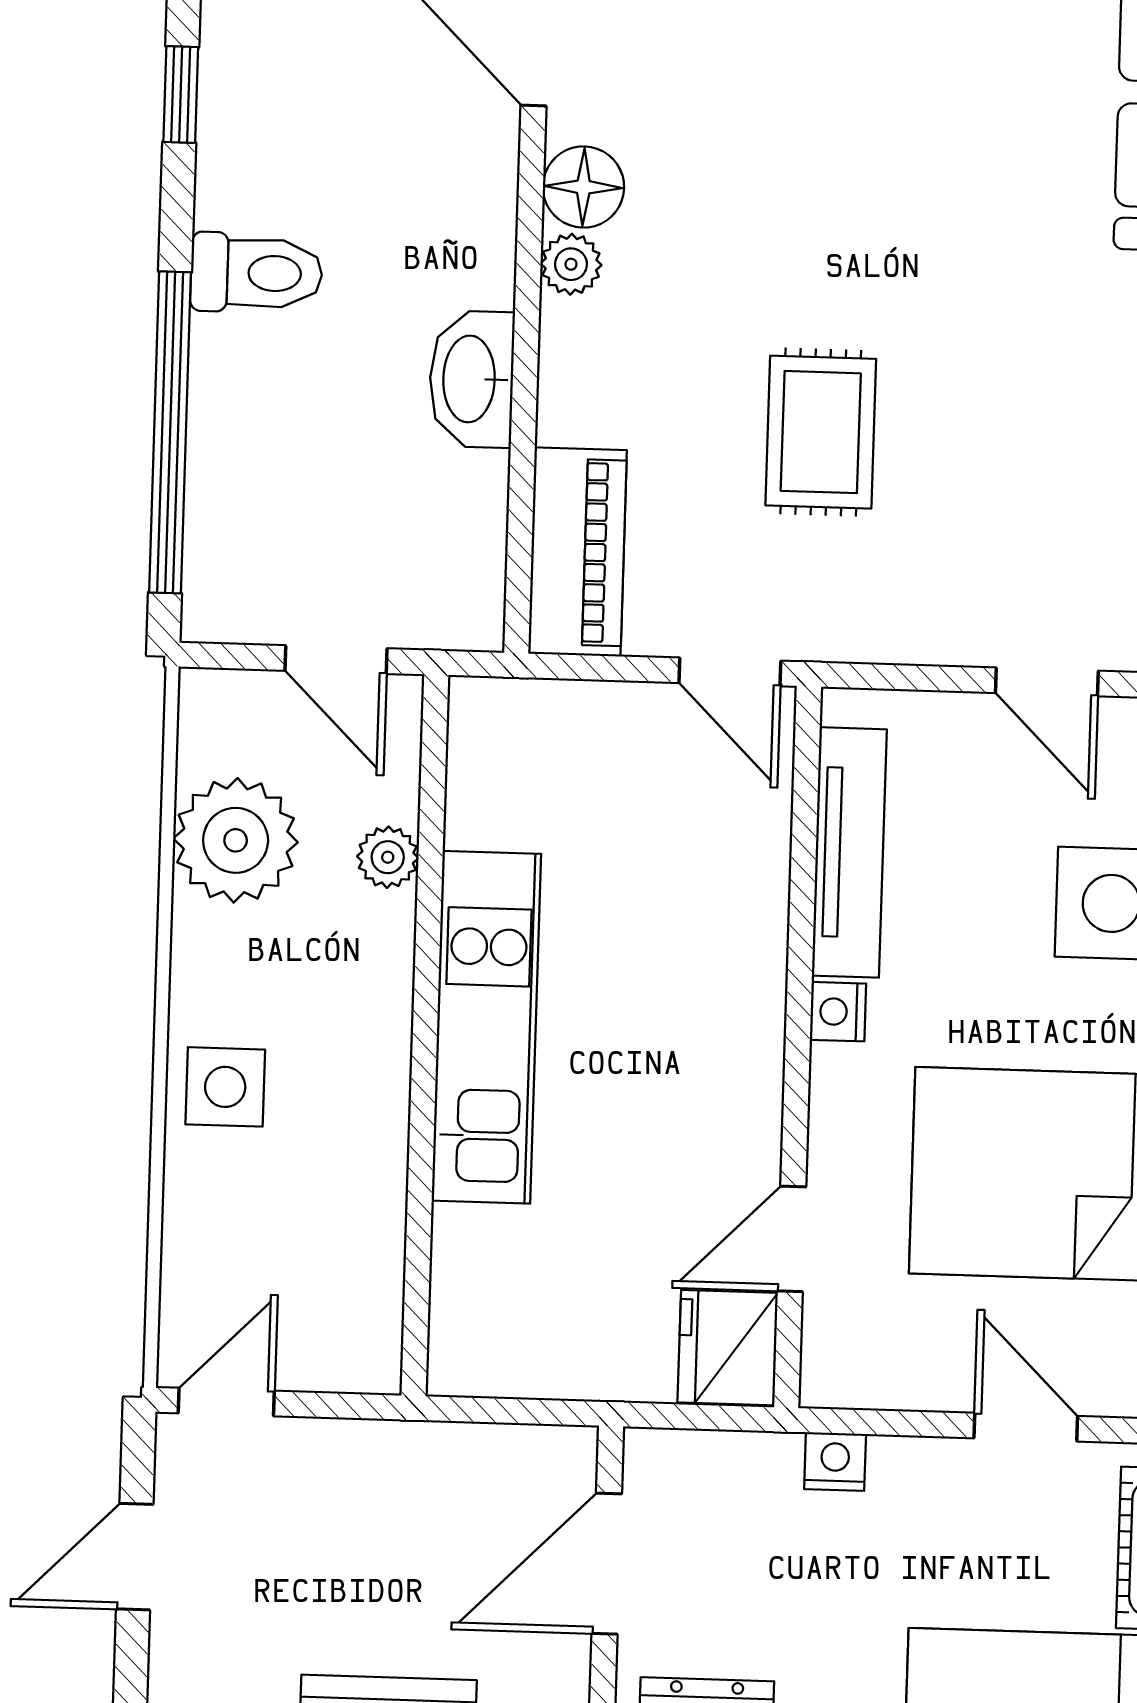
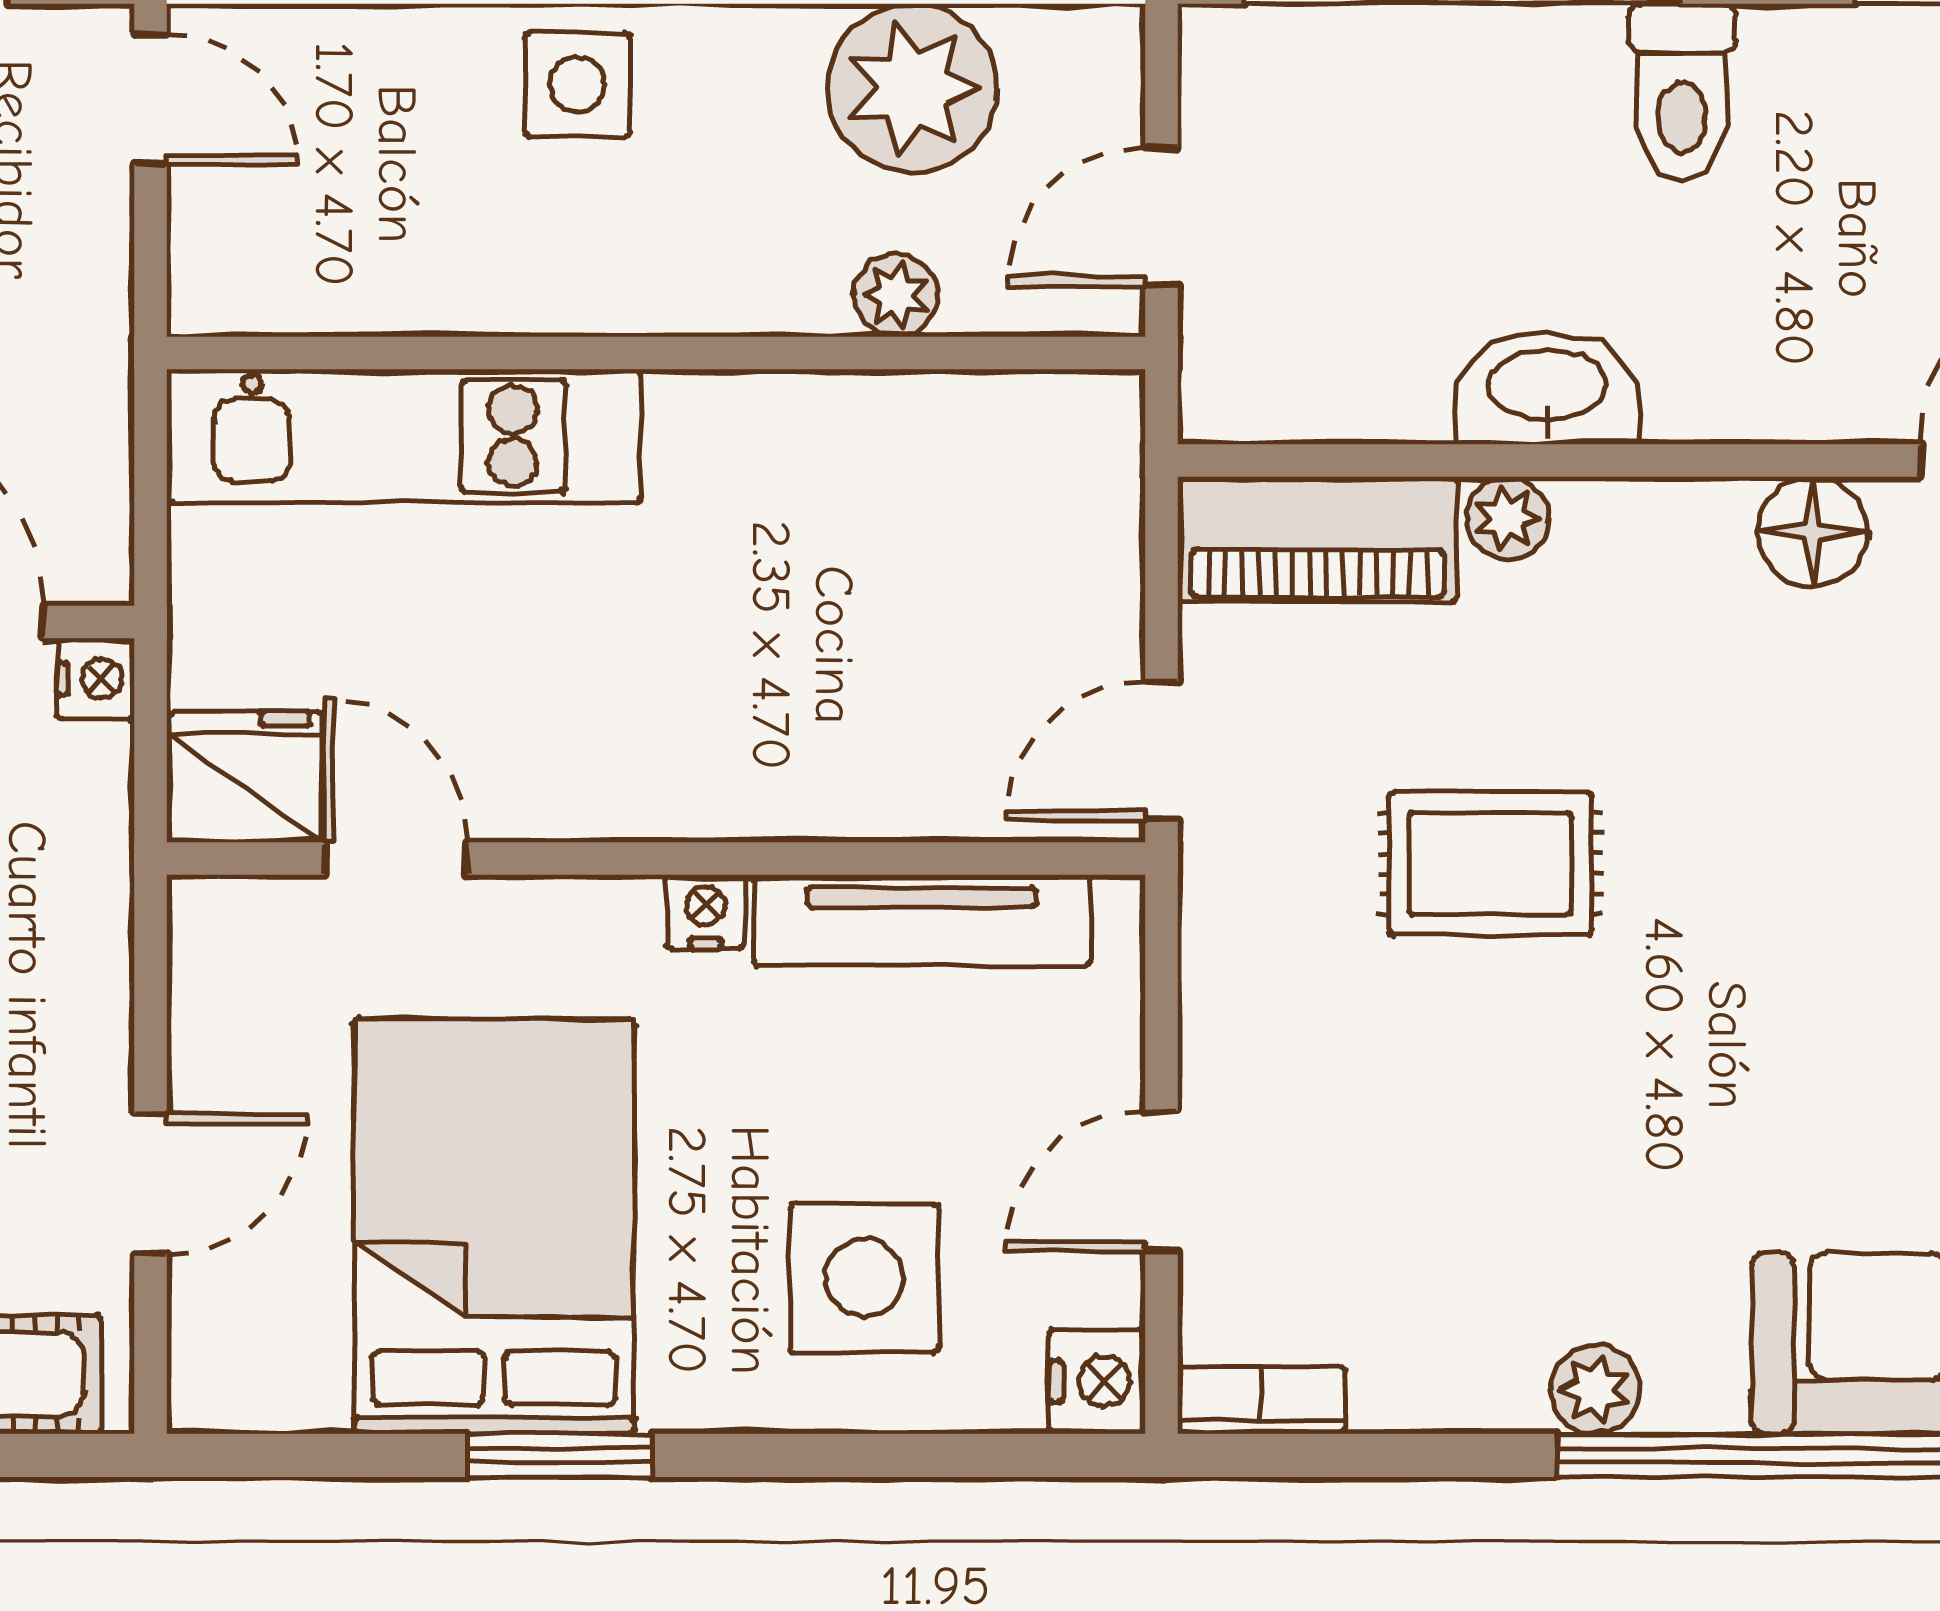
plant: (571, 264) -> (1508, 518), moved
kitchen unit: (486, 1027) -> (404, 436), moved
nightstand: (835, 1462) -> (96, 679), moved

